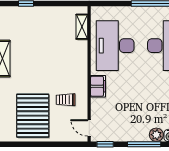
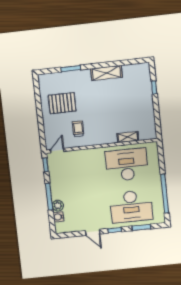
shelving: (82, 27) -> (128, 137), moved
filing cabinet: (98, 86) -> (92, 154), removed
pallet: (33, 116) -> (62, 103), width x0.73, depth x0.71

